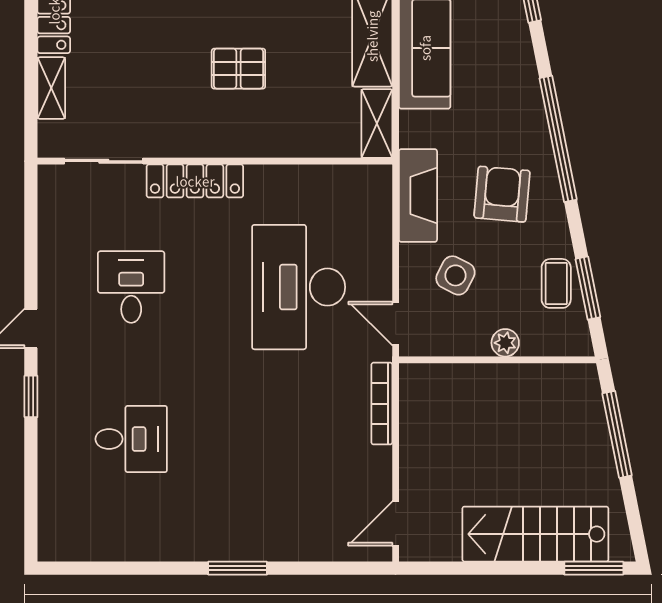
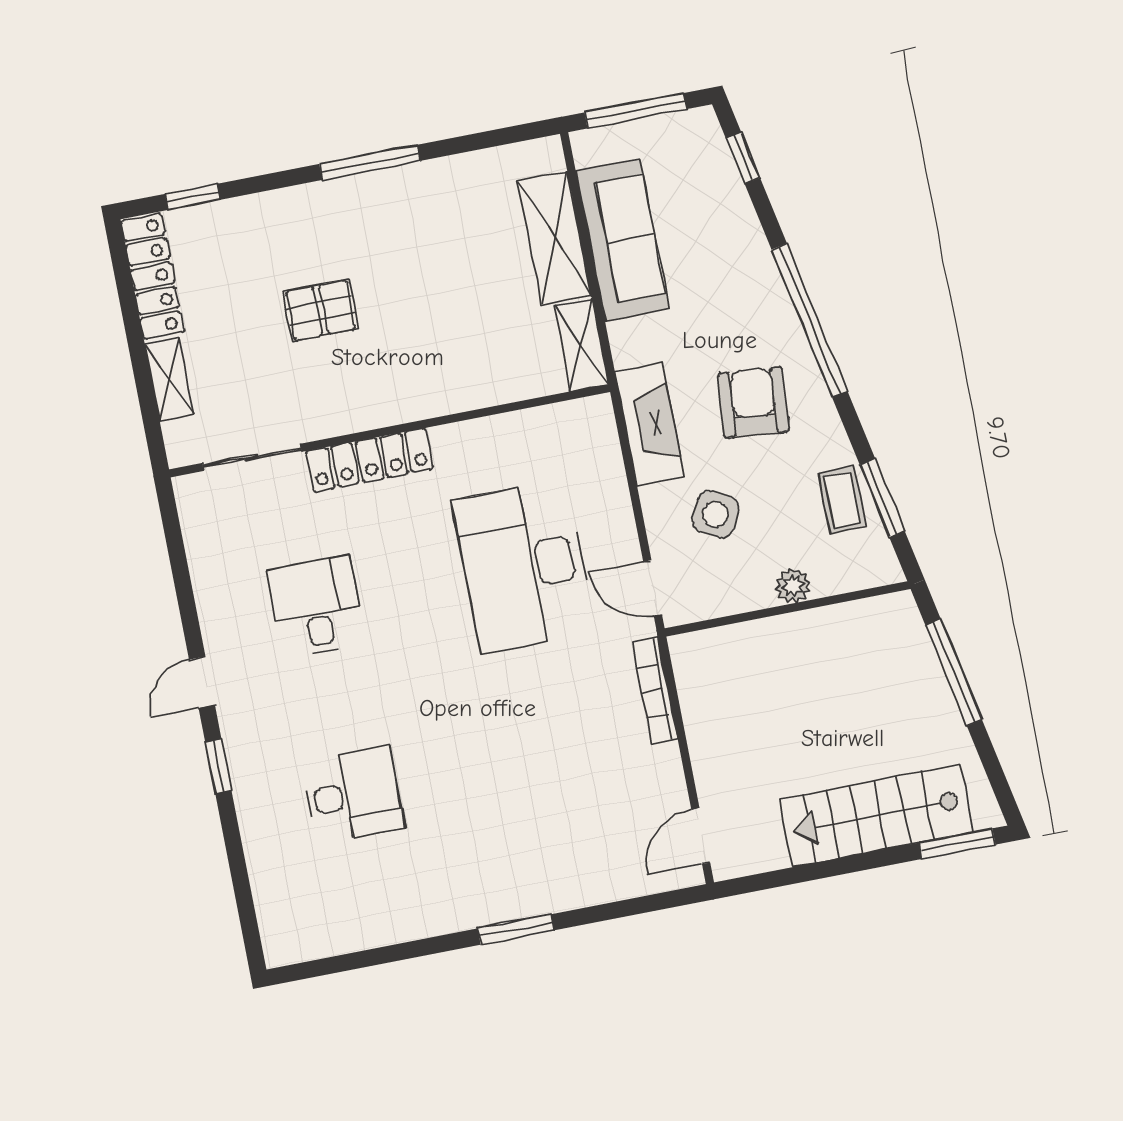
pallet: (238, 69) -> (321, 310), moved

